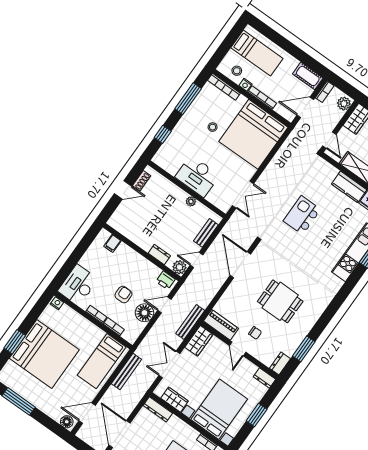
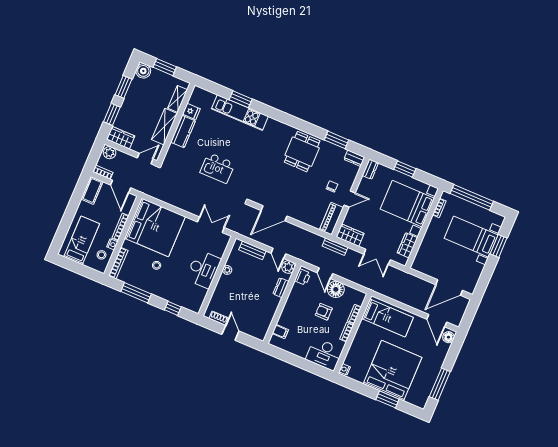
dining table: (280, 301) -> (302, 152), moved
bench: (190, 322) -> (335, 247), width x0.73
bench: (126, 372) -> (392, 294), removed
dresser: (158, 409) -> (419, 258), removed

